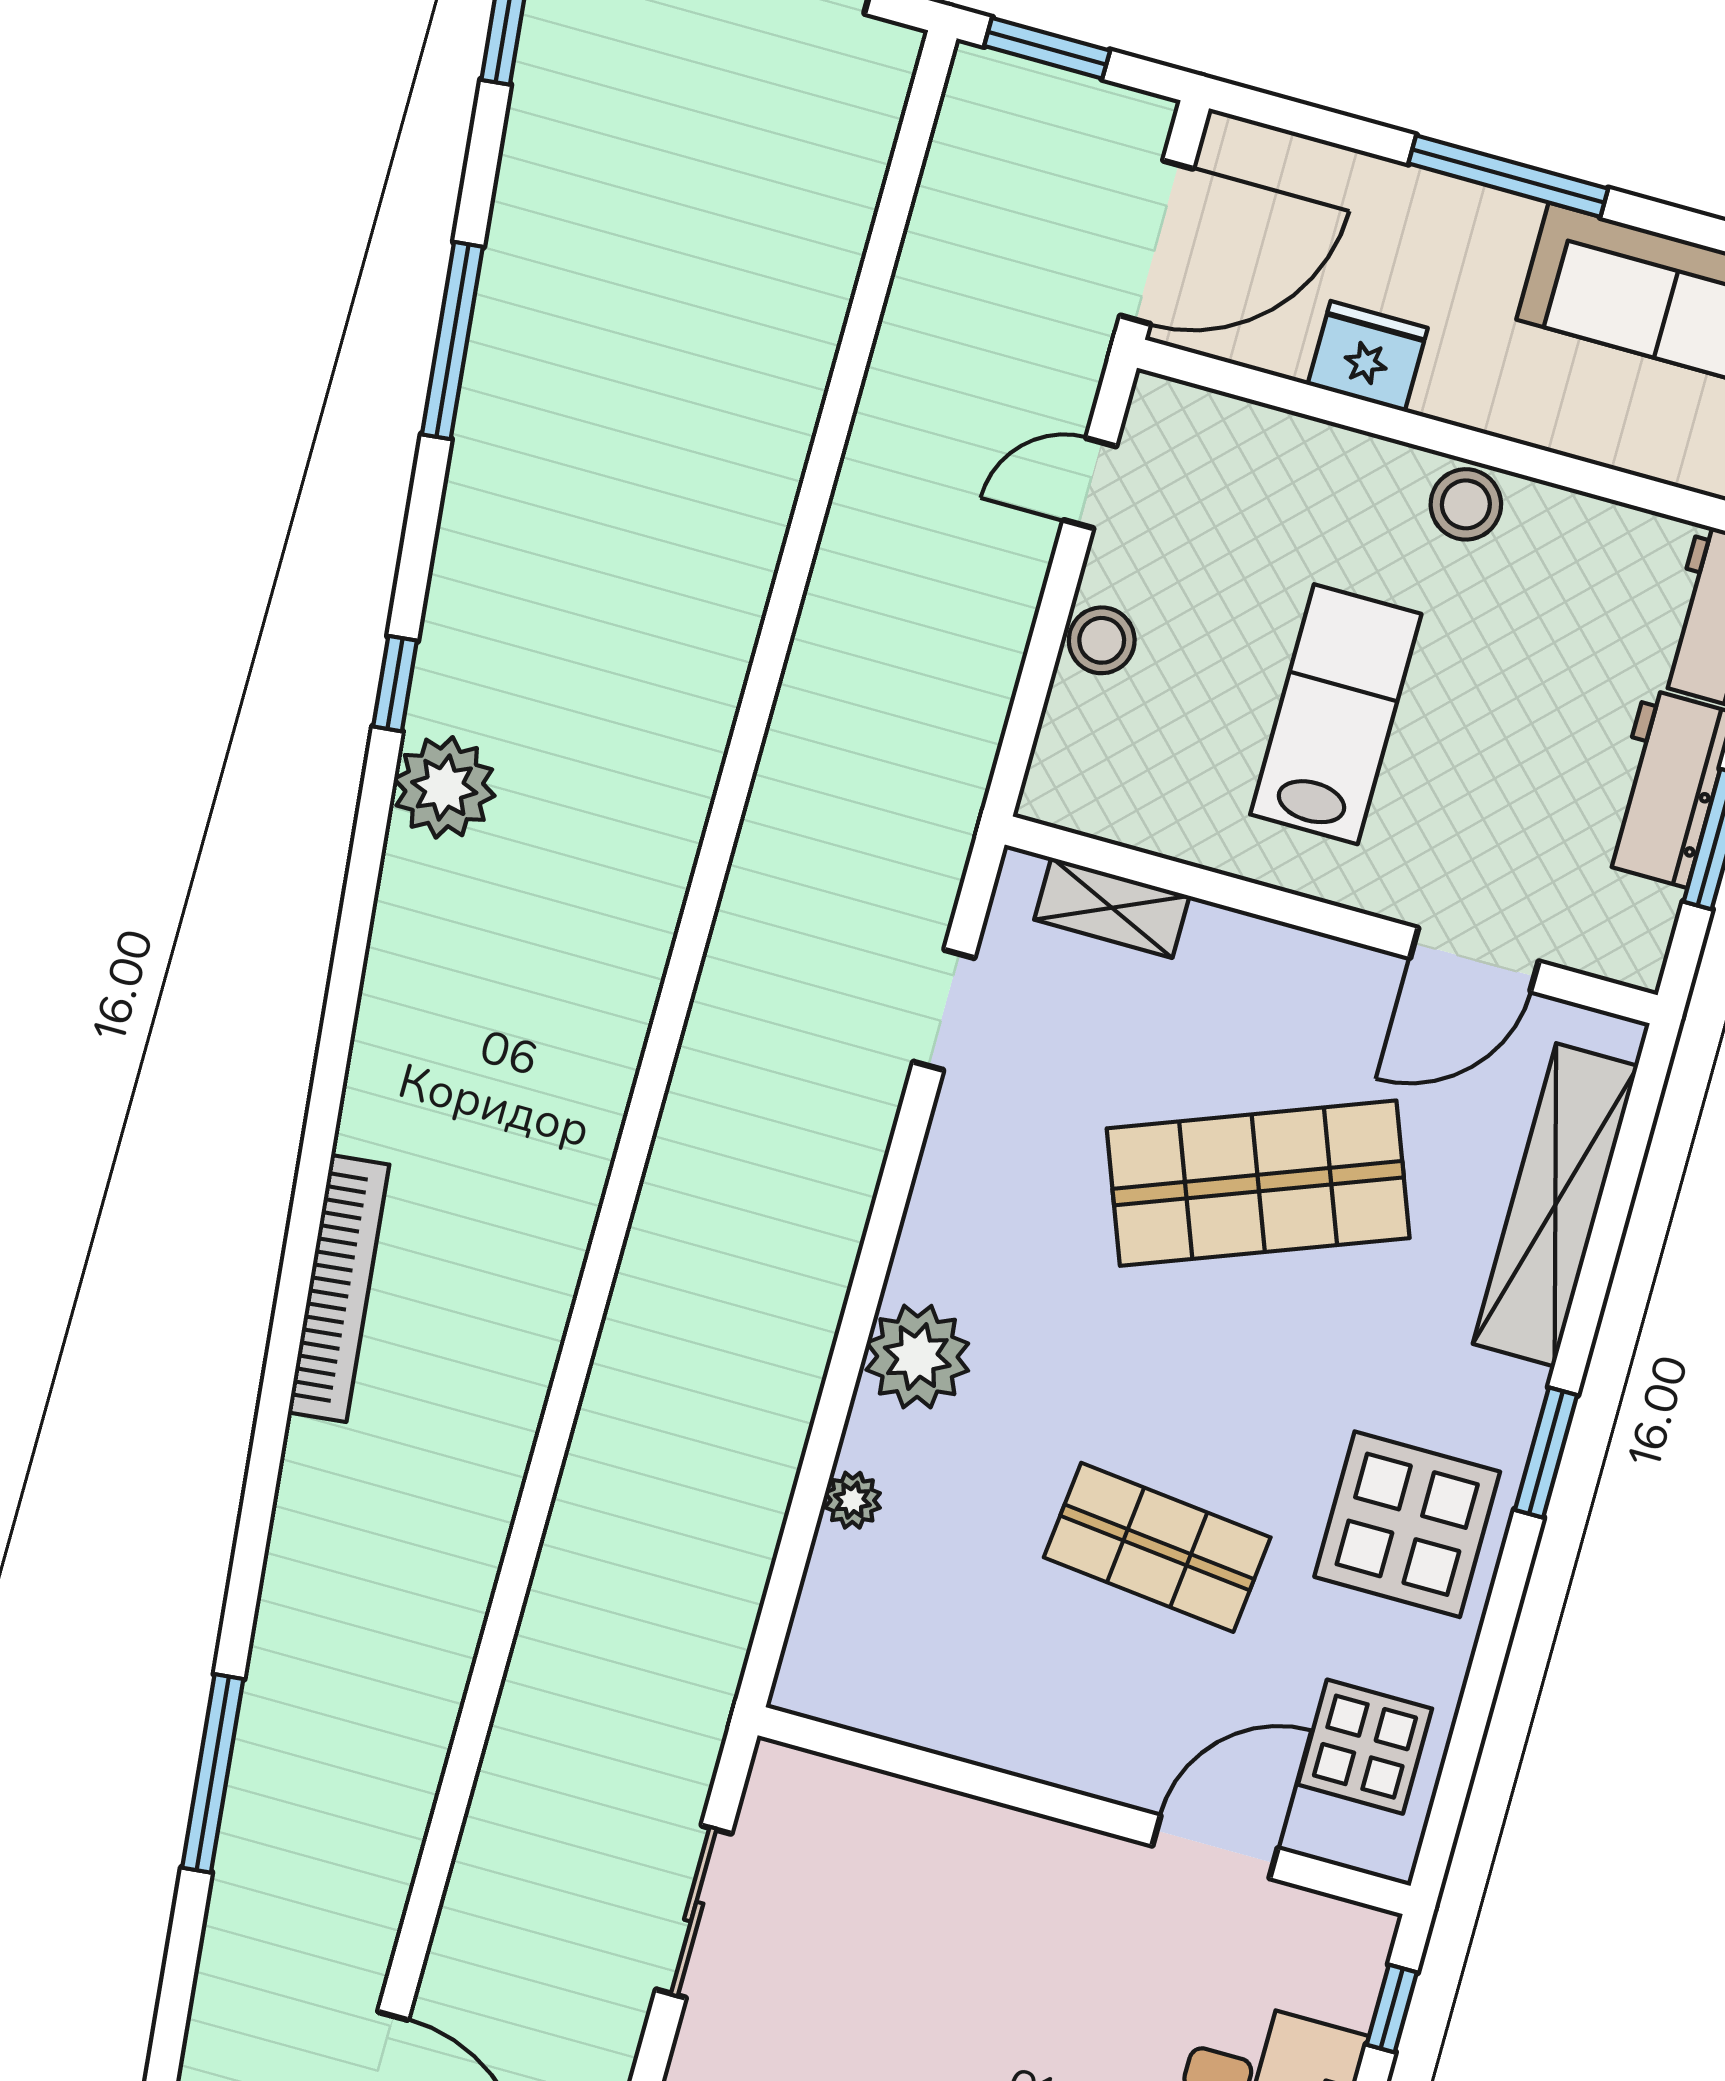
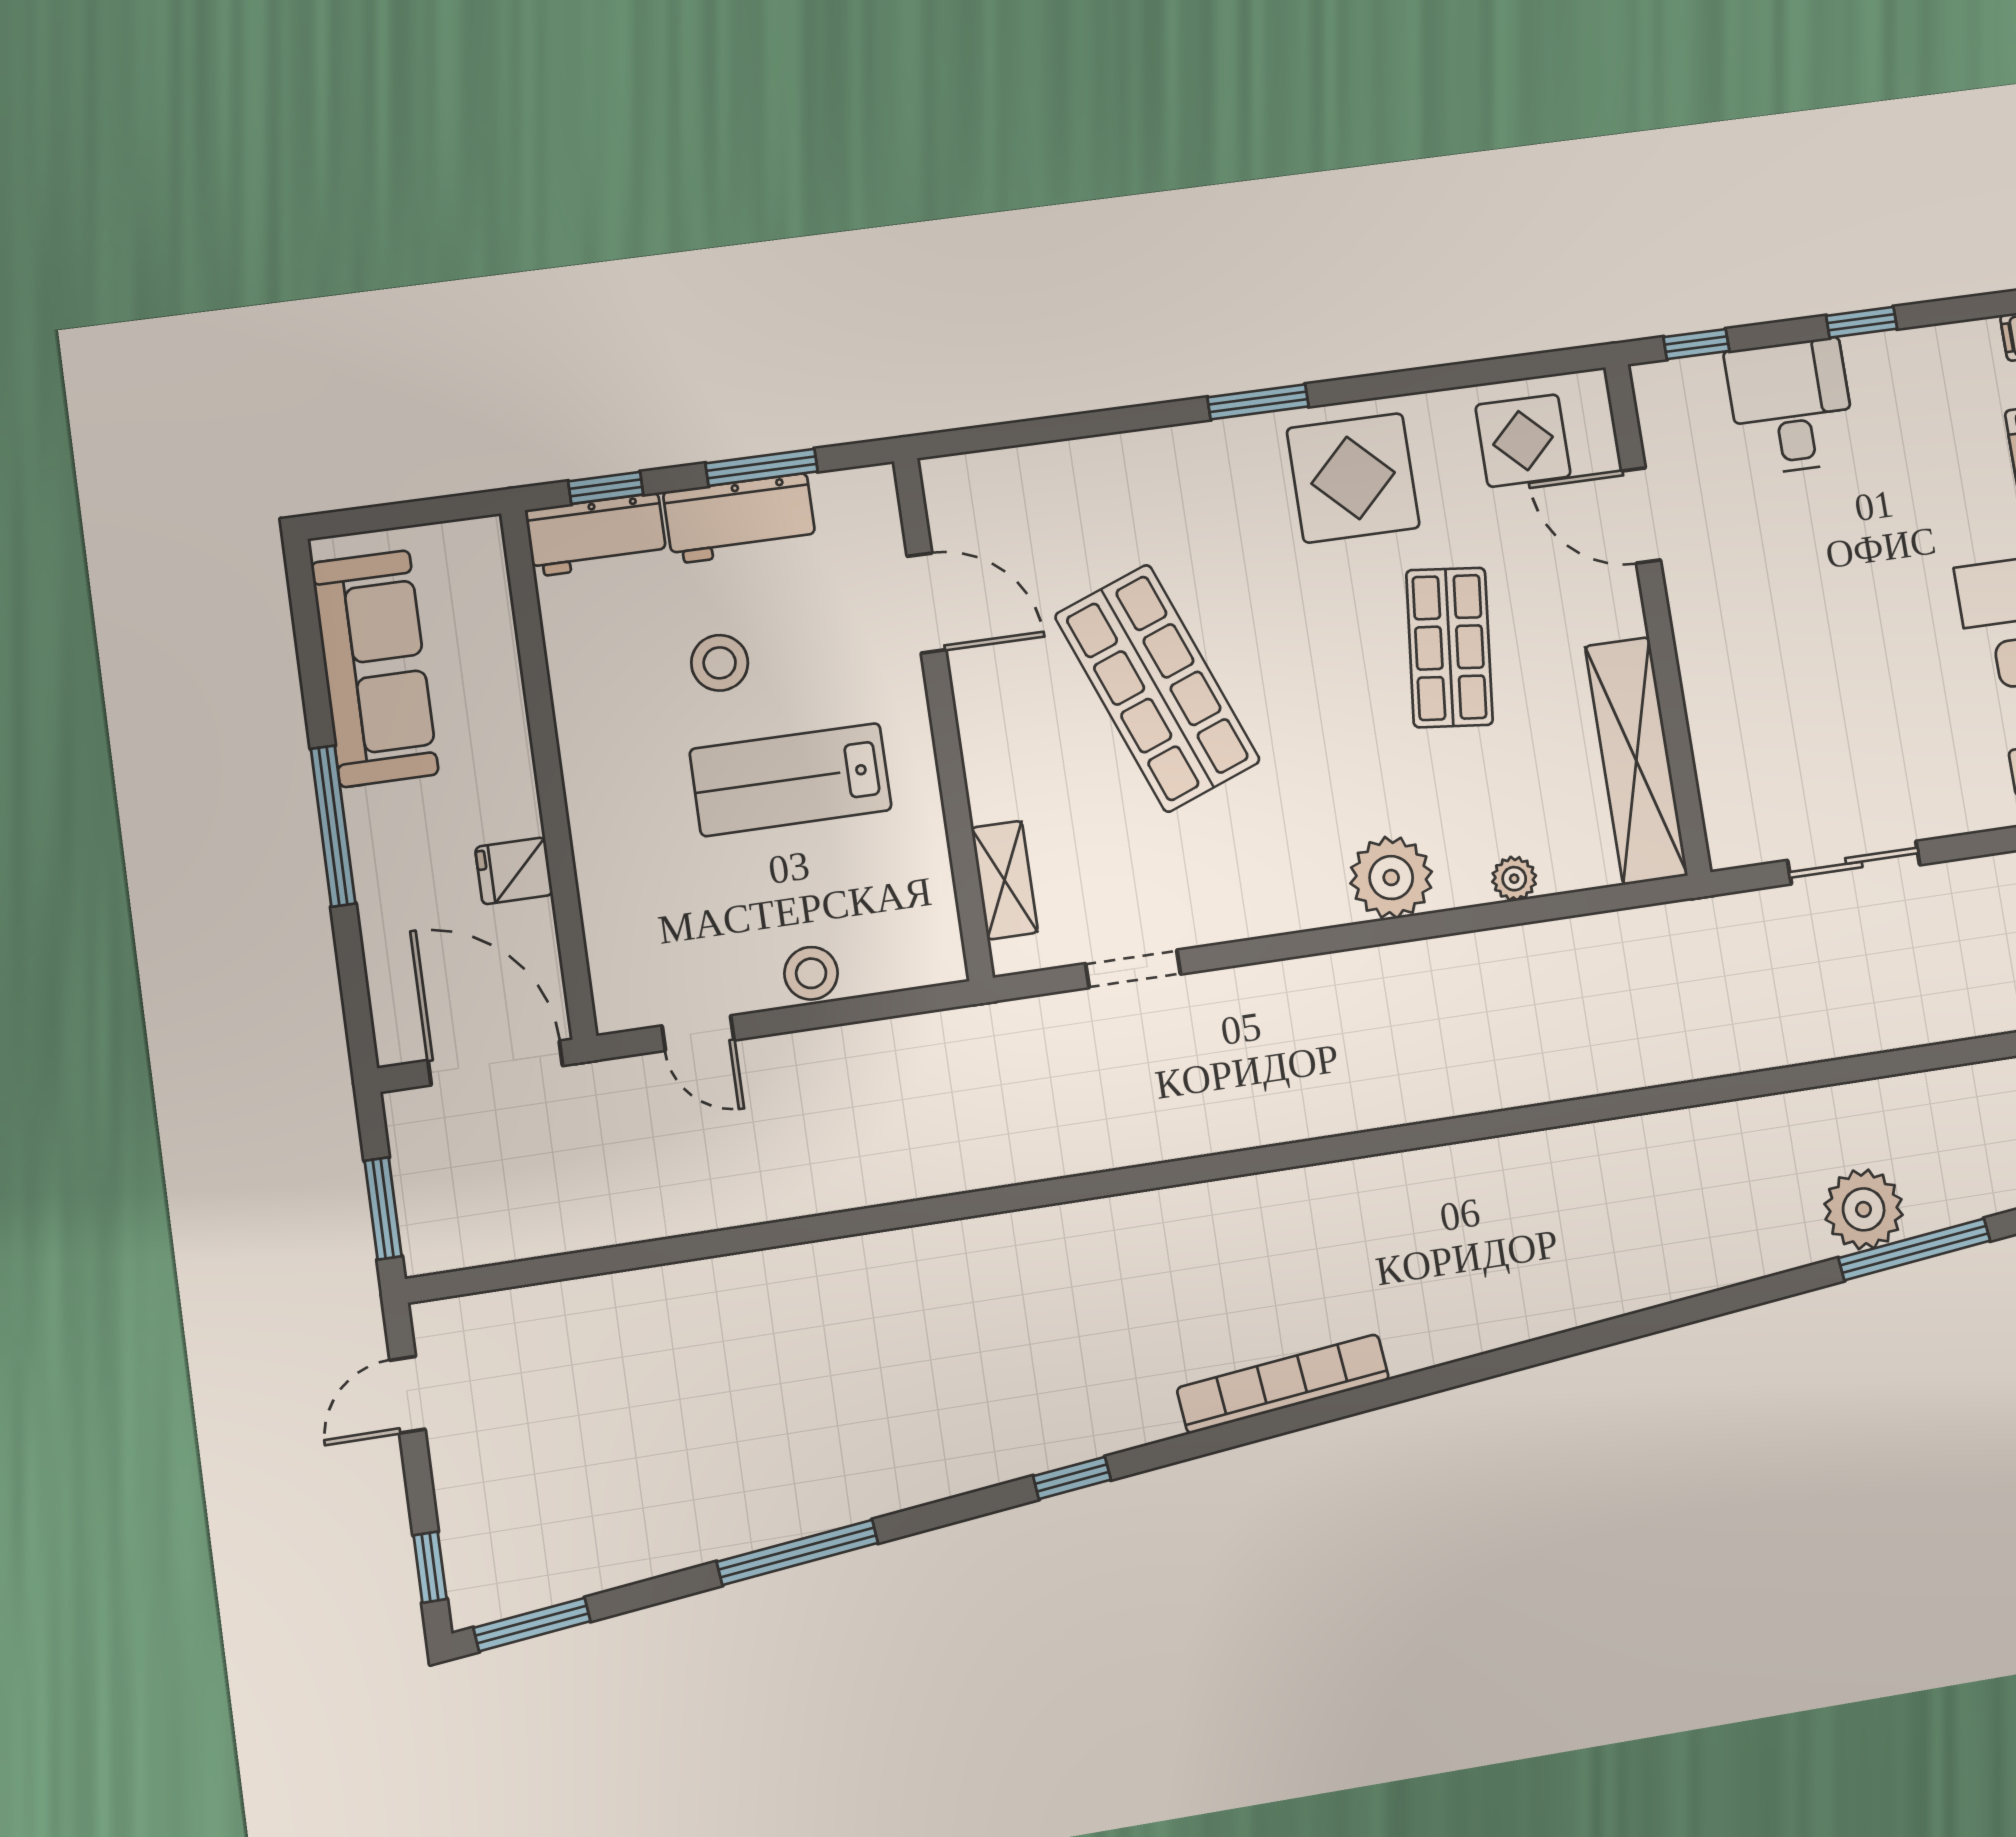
fridge: (1368, 356) -> (514, 871), width x0.72
stool: (1466, 504) -> (720, 663), moved
plant: (444, 787) -> (1864, 1209), moved
shelving: (1555, 1205) -> (1636, 761), moved, turned 90
bookcase: (339, 1288) -> (1283, 1384), moved

